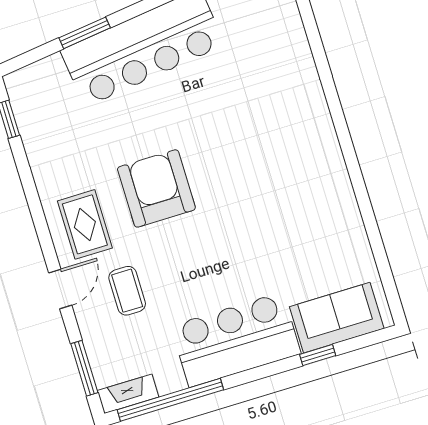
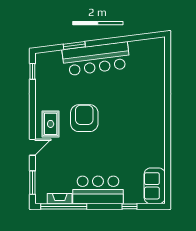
coffee table: (127, 291) -> (60, 156), removed
sofa: (337, 318) -> (155, 186), moved, turned -90
fireplace: (128, 394) -> (60, 199), moved

